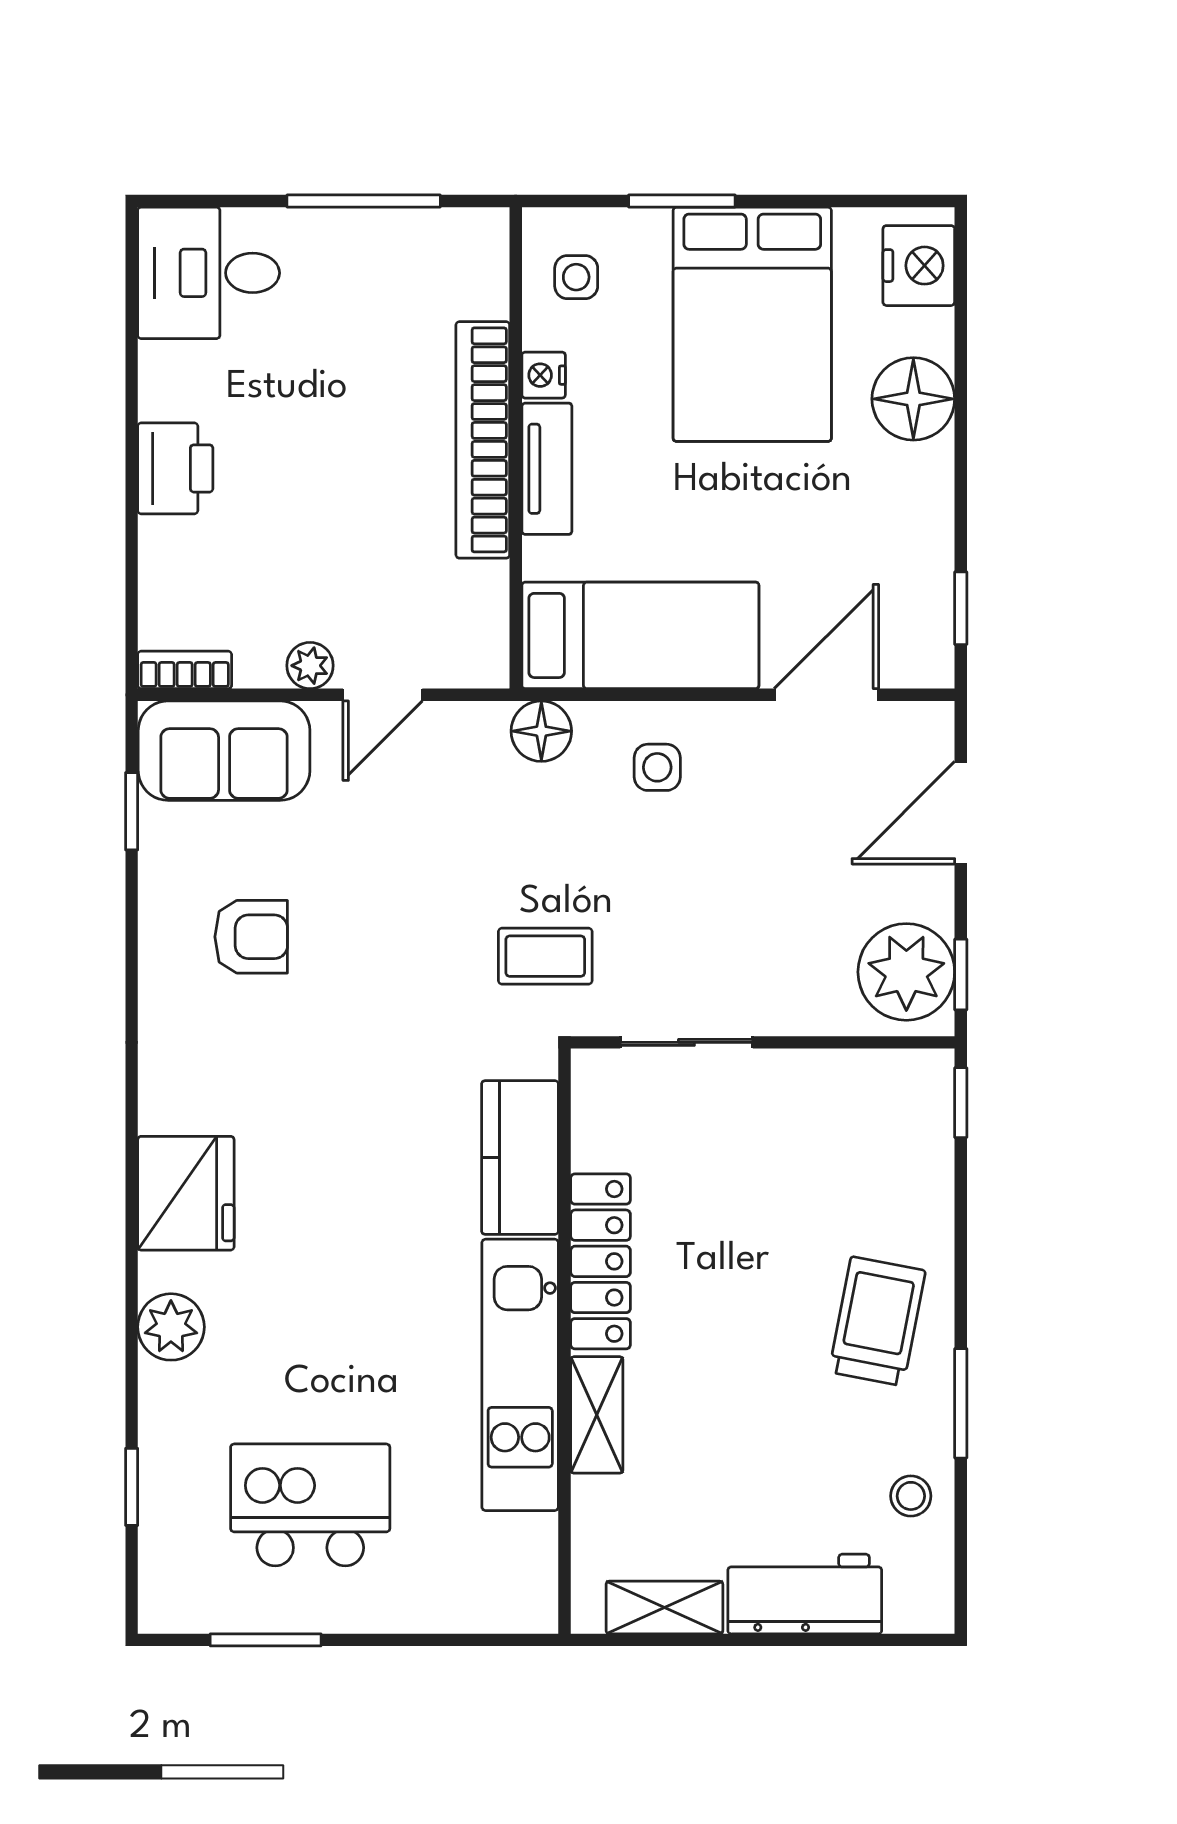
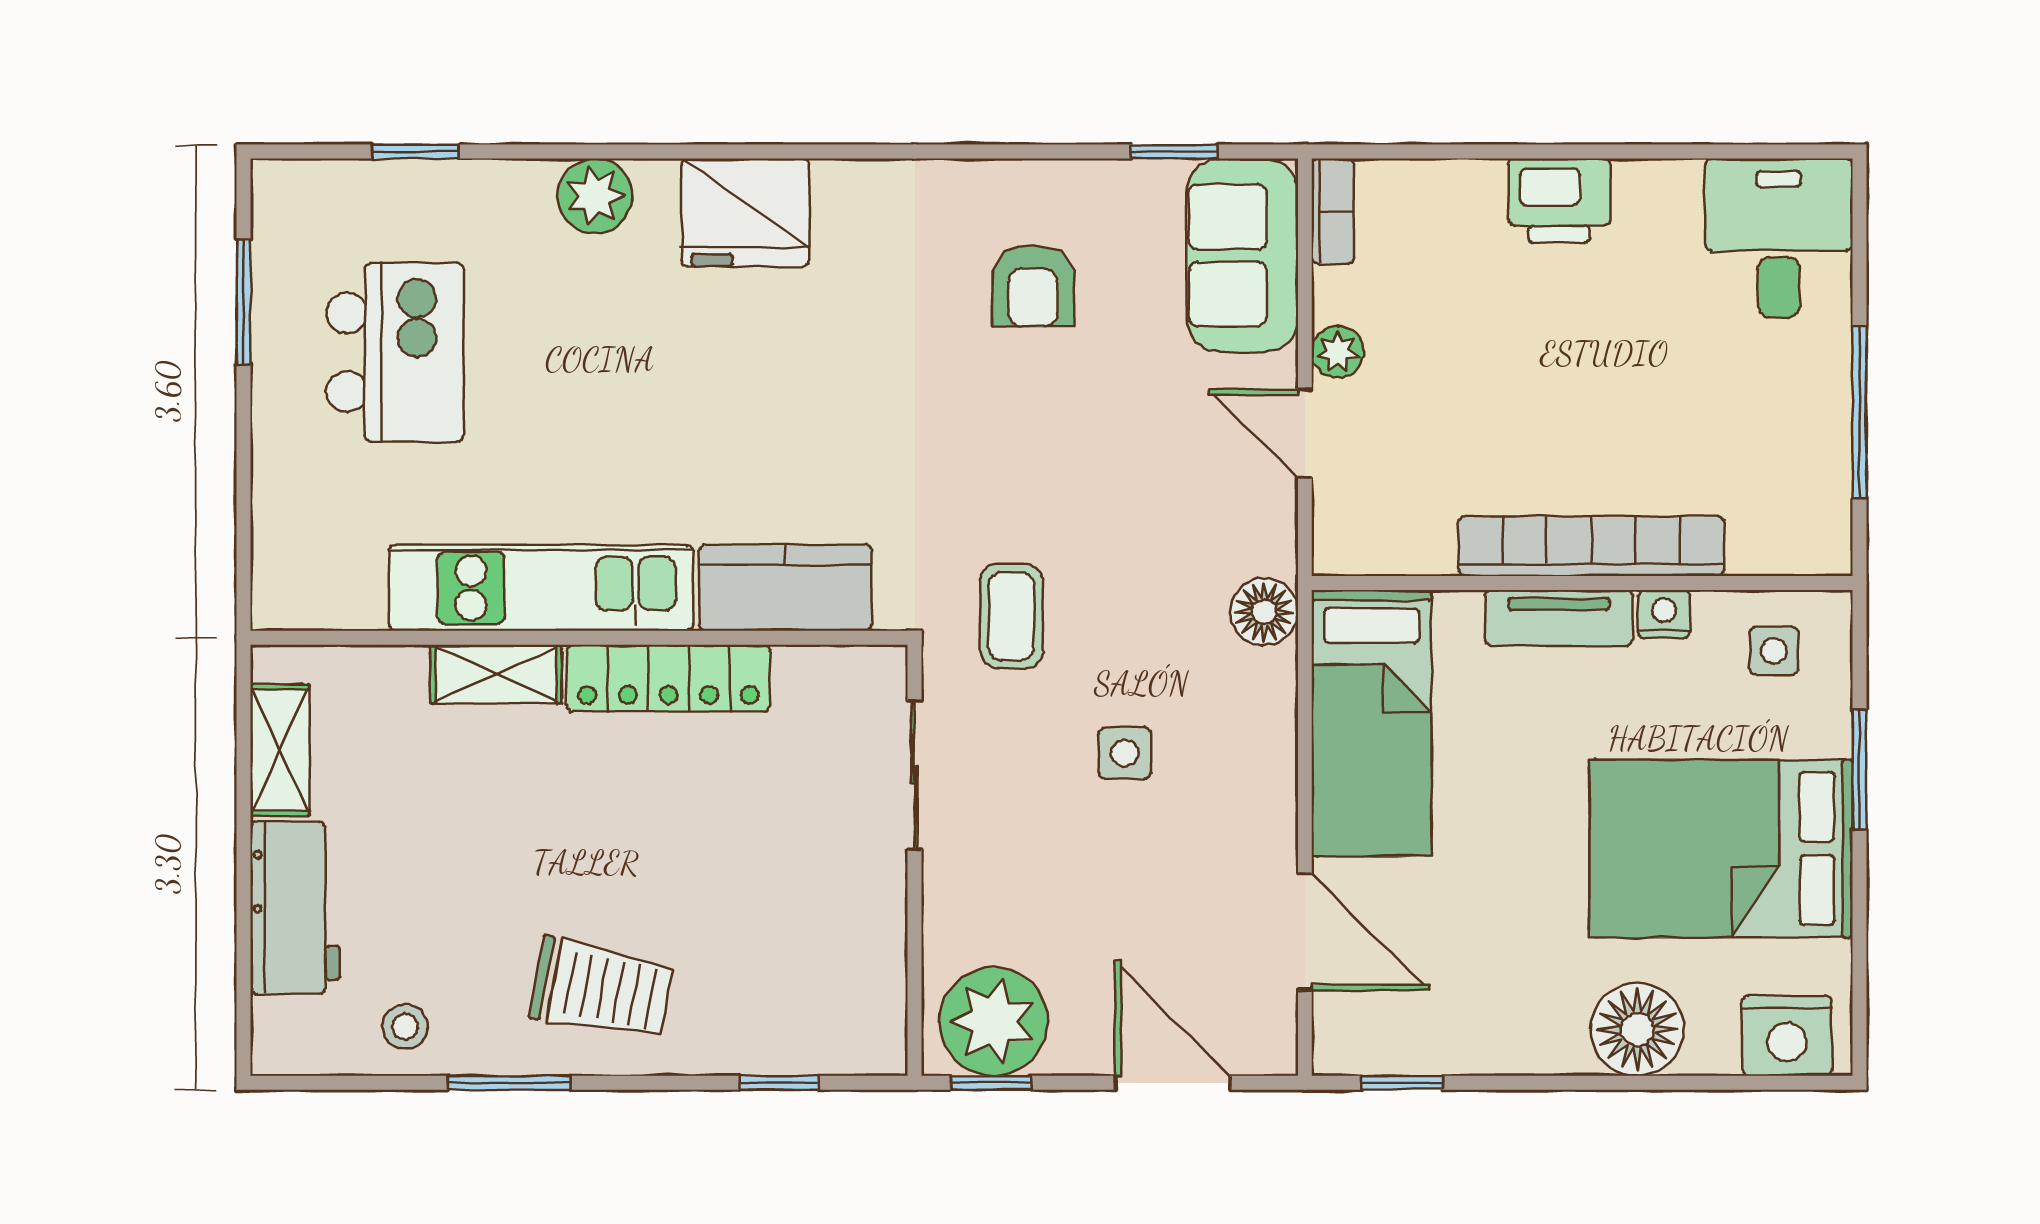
side table: (657, 767) -> (1125, 753), moved
window: (961, 1103) -> (779, 1083), moved

